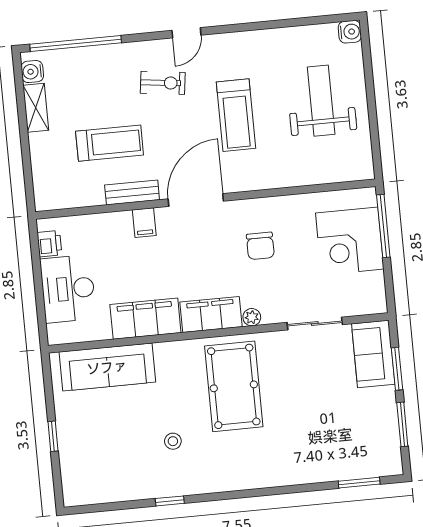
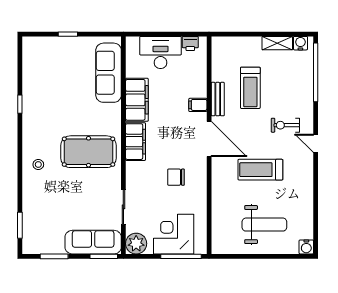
exercise bike: (163, 83) -> (285, 125), turned 83
plant: (252, 317) -> (136, 244), moved, width x1.88, depth x1.88
sofa: (373, 354) -> (93, 242), width x1.36
window: (397, 369) -> (104, 256), moved
stool: (173, 441) -> (38, 164), moved

